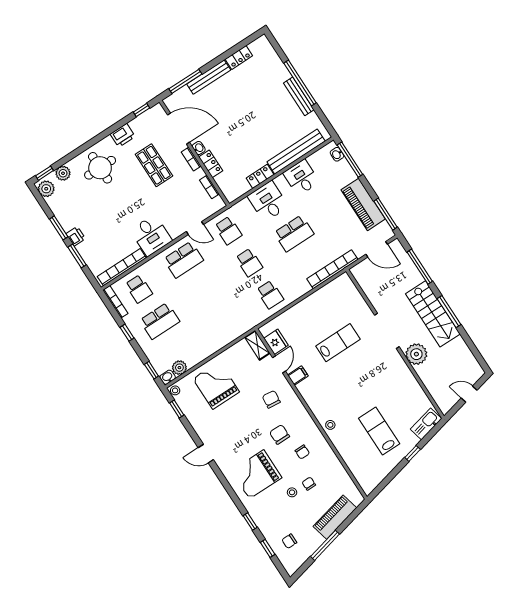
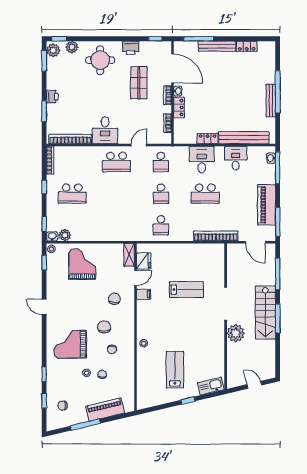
window: (59, 228) -> (44, 61), moved
door: (195, 228) -> (139, 145), swing flipped
school desk: (139, 289) -> (72, 162), removed

